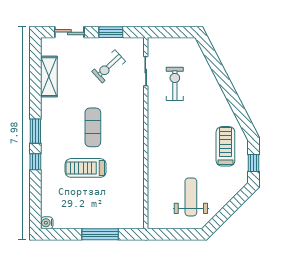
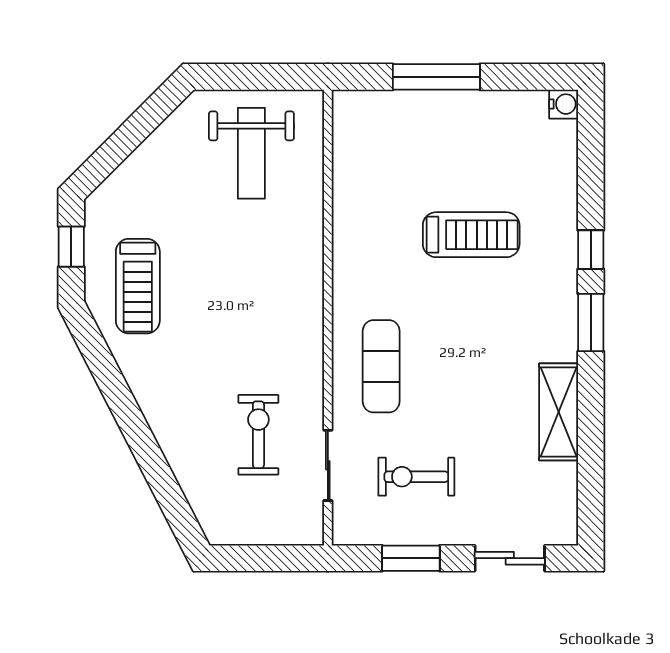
exercise bike: (109, 66) -> (416, 477), turned -137
shelving: (49, 77) -> (559, 412), moved
exercise bike: (175, 84) -> (258, 435), turned 180
exercise mat: (93, 127) -> (381, 366), moved
weight bench: (191, 197) -> (251, 153), moved

